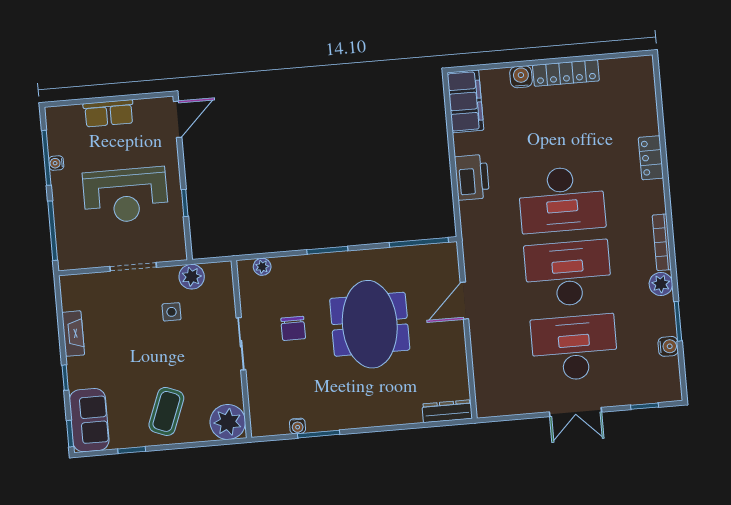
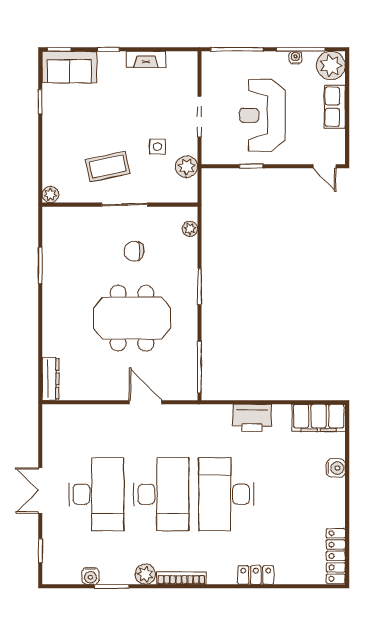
locker: (566, 73) -> (336, 556), moved
door: (178, 119) -> (324, 166), width x0.73
plant: (62, 122) -> (331, 66), added
coffee table: (166, 411) -> (108, 166), moved, turned -33
plant: (228, 422) -> (50, 195), width x0.53, depth x0.53
water cooler: (298, 426) -> (49, 248), removed

